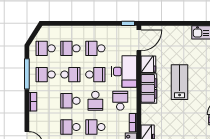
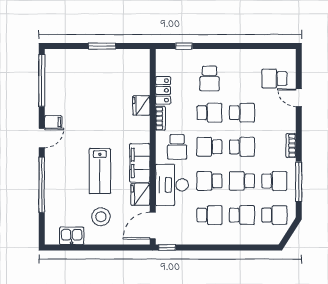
stool: (179, 47) -> (101, 217), added
school desk: (95, 101) -> (210, 147), turned -90

